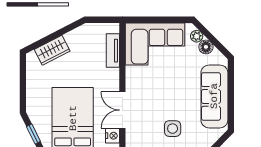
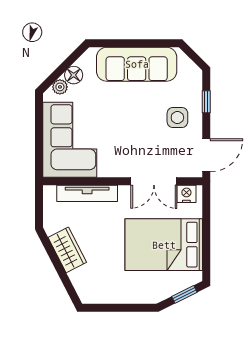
wardrobe: (52, 50) -> (67, 250), moved
tv unit: (113, 51) -> (87, 193), width x1.41

